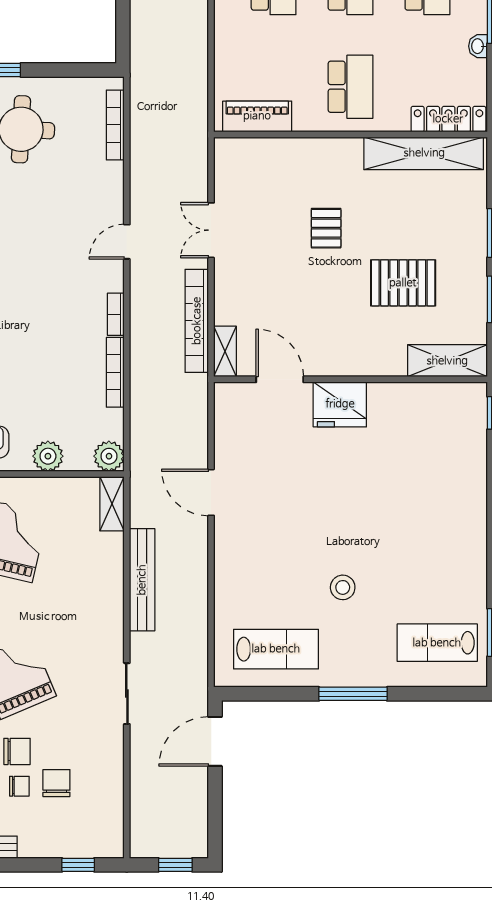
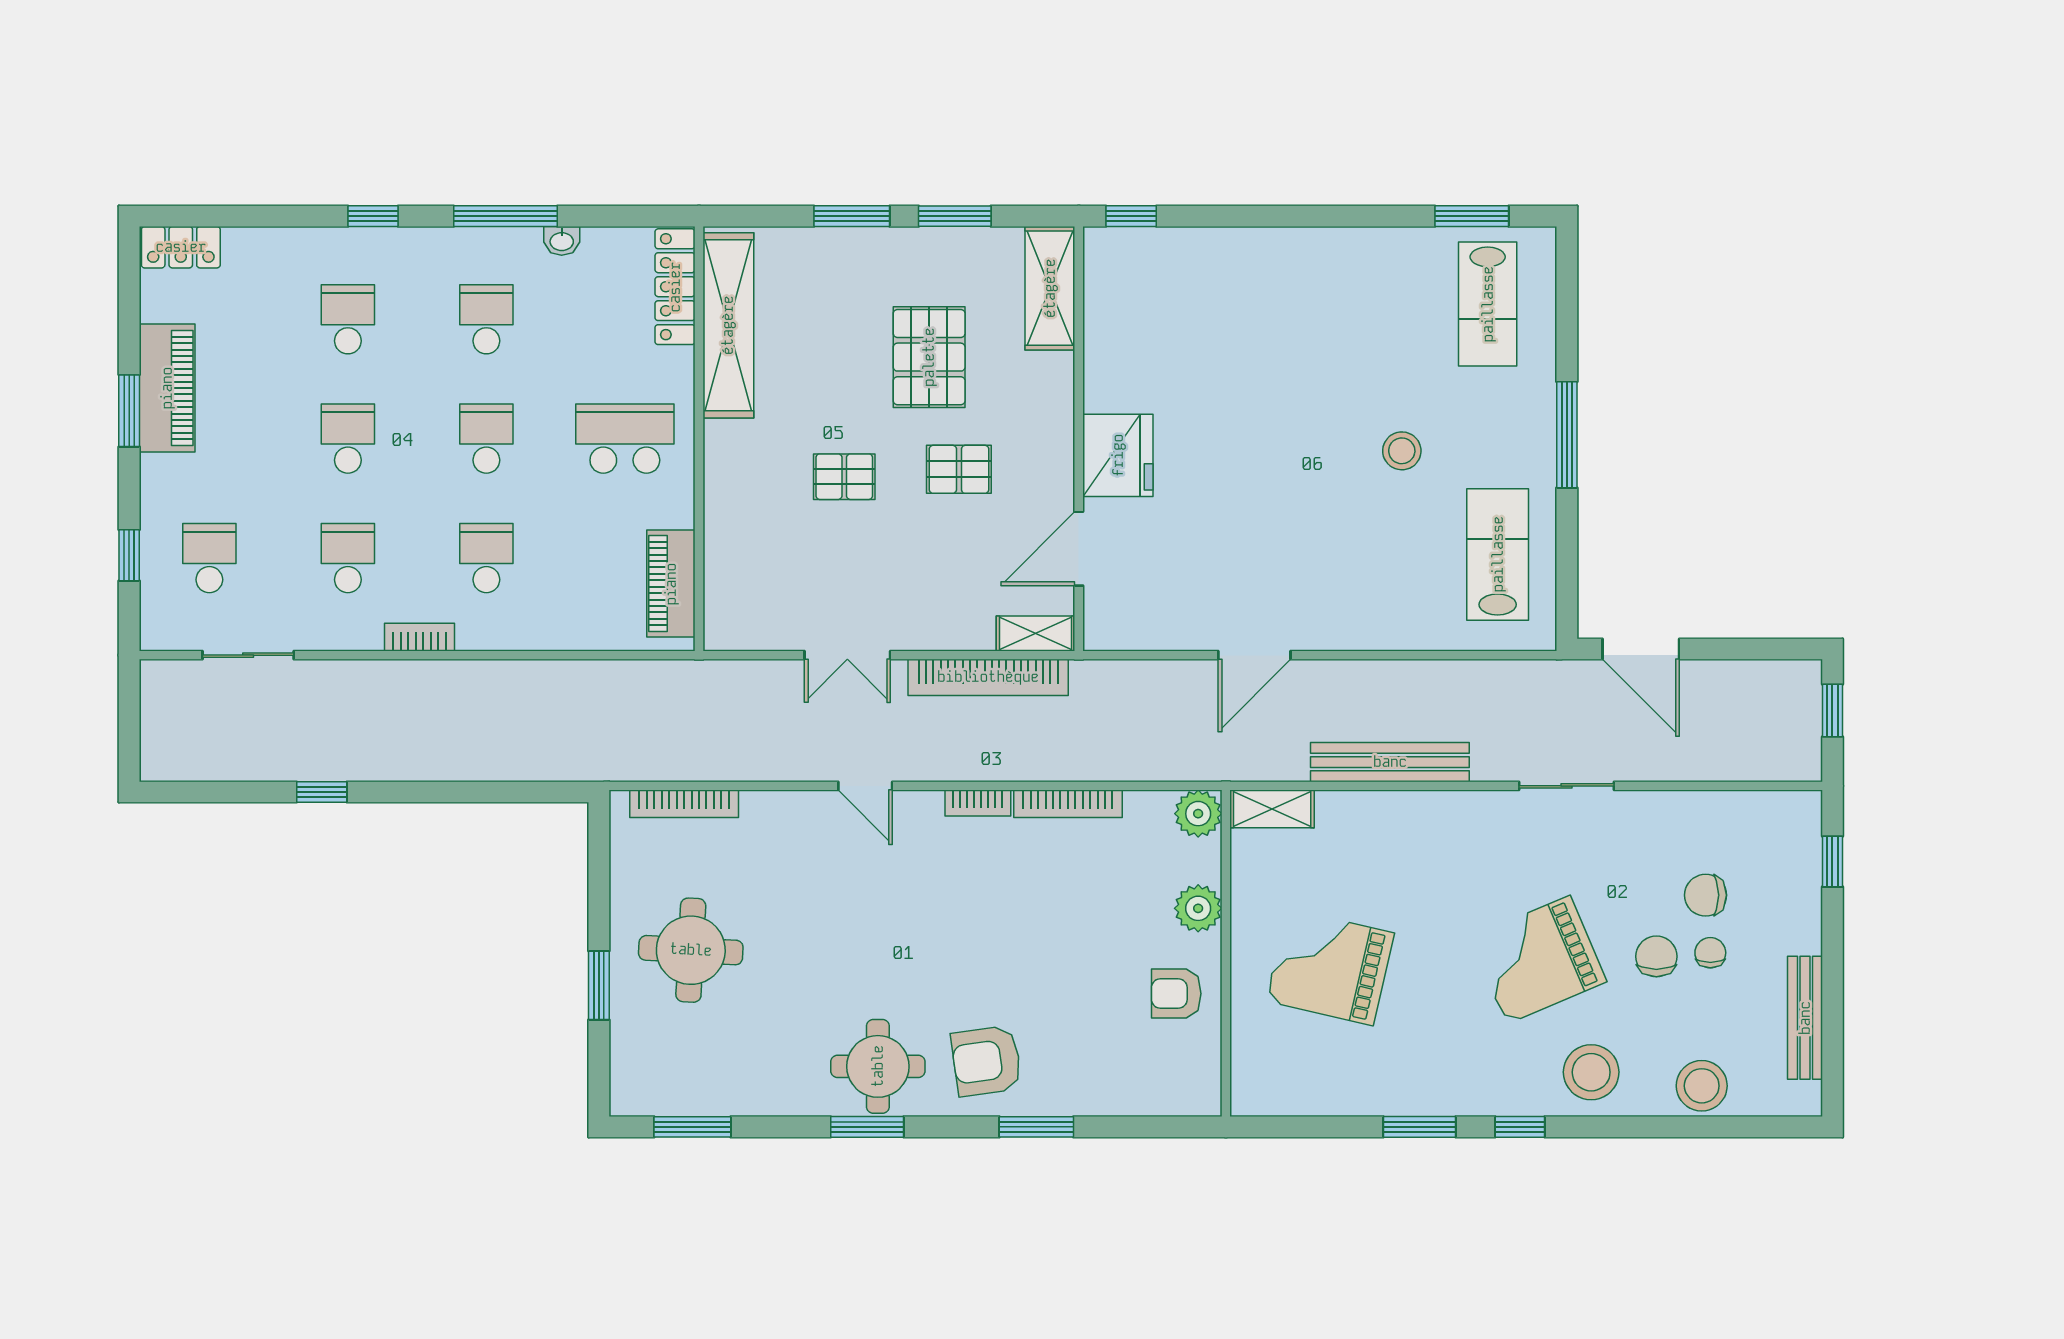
pallet: (331, 302) -> (959, 469), added

